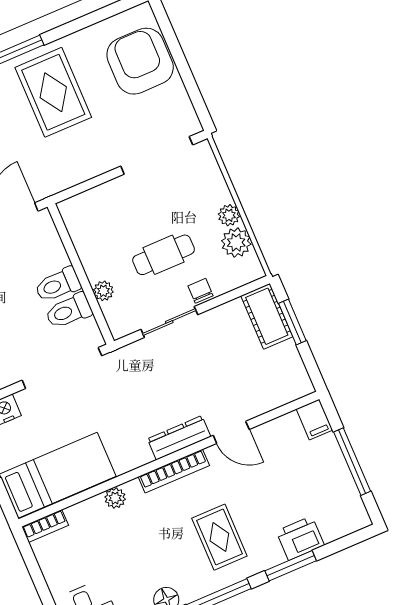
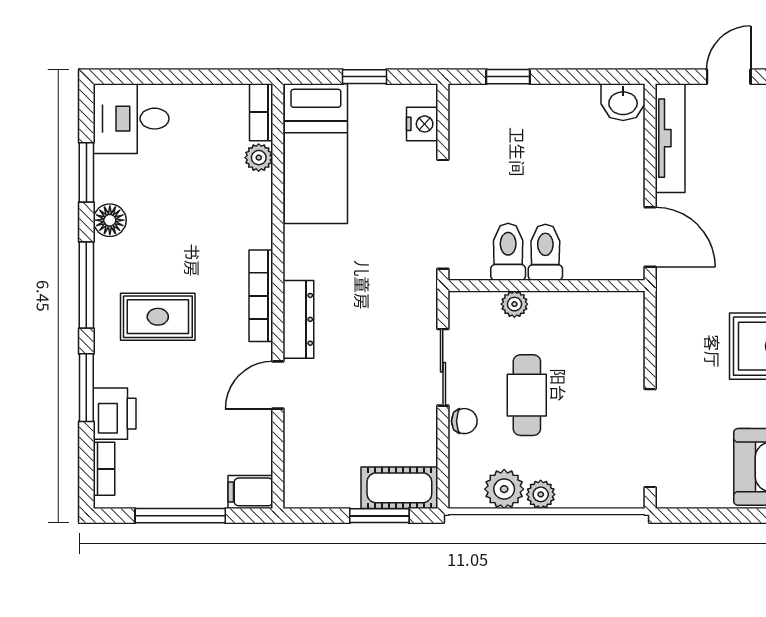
plant: (115, 498) -> (259, 158), moved
bookcase: (342, 529) -> (104, 469), added

